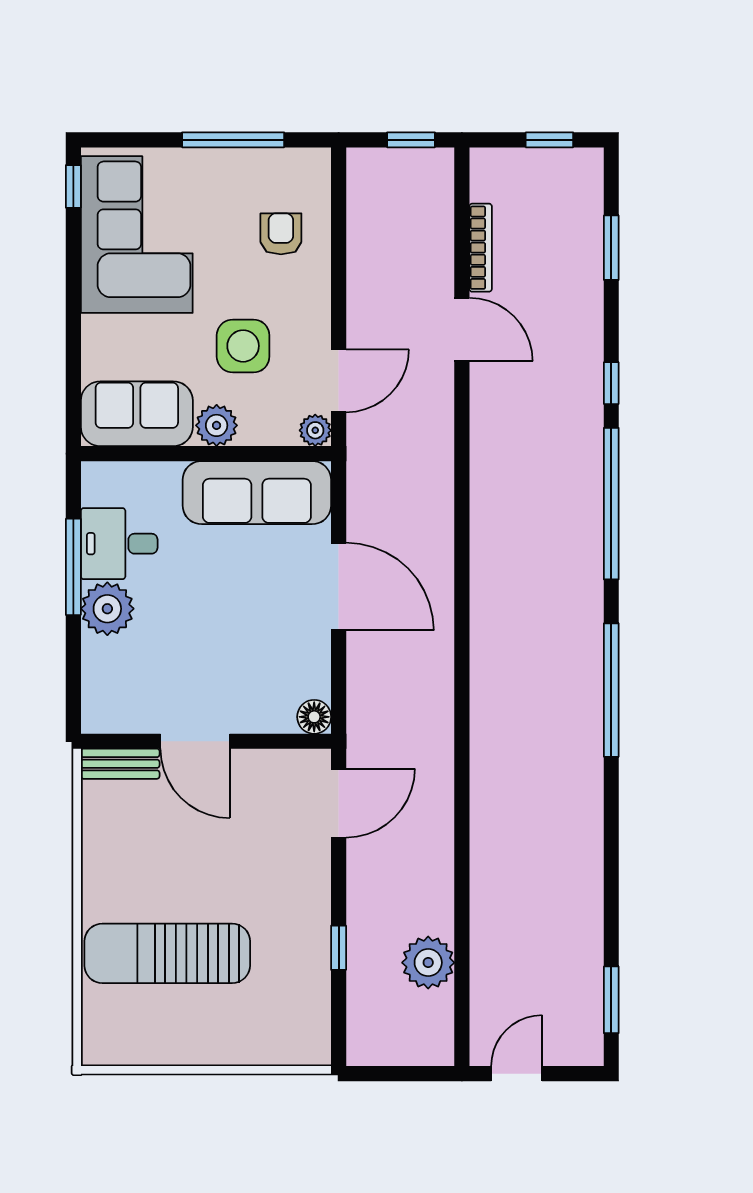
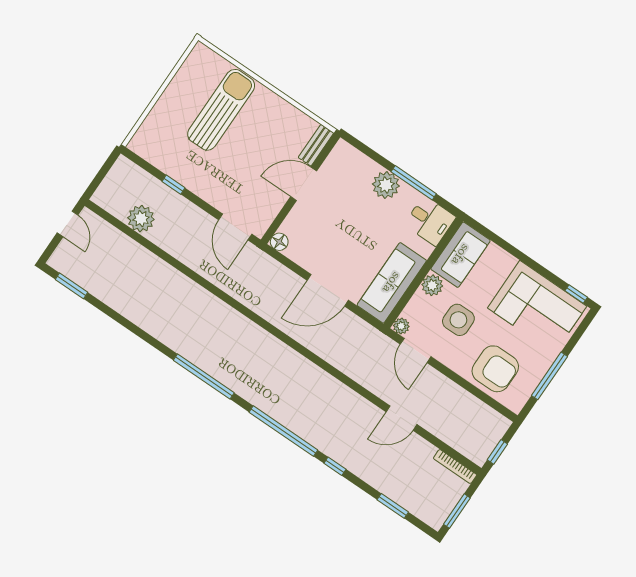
window: (549, 140) -> (457, 511), width x1.50
armchair: (281, 234) -> (495, 369), width x1.88, depth x1.88
bookcase: (481, 248) -> (455, 467), moved
desk: (119, 544) -> (430, 221), moved, turned 90

